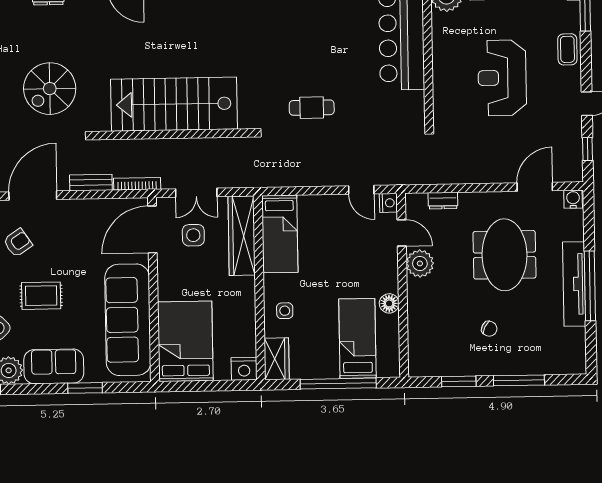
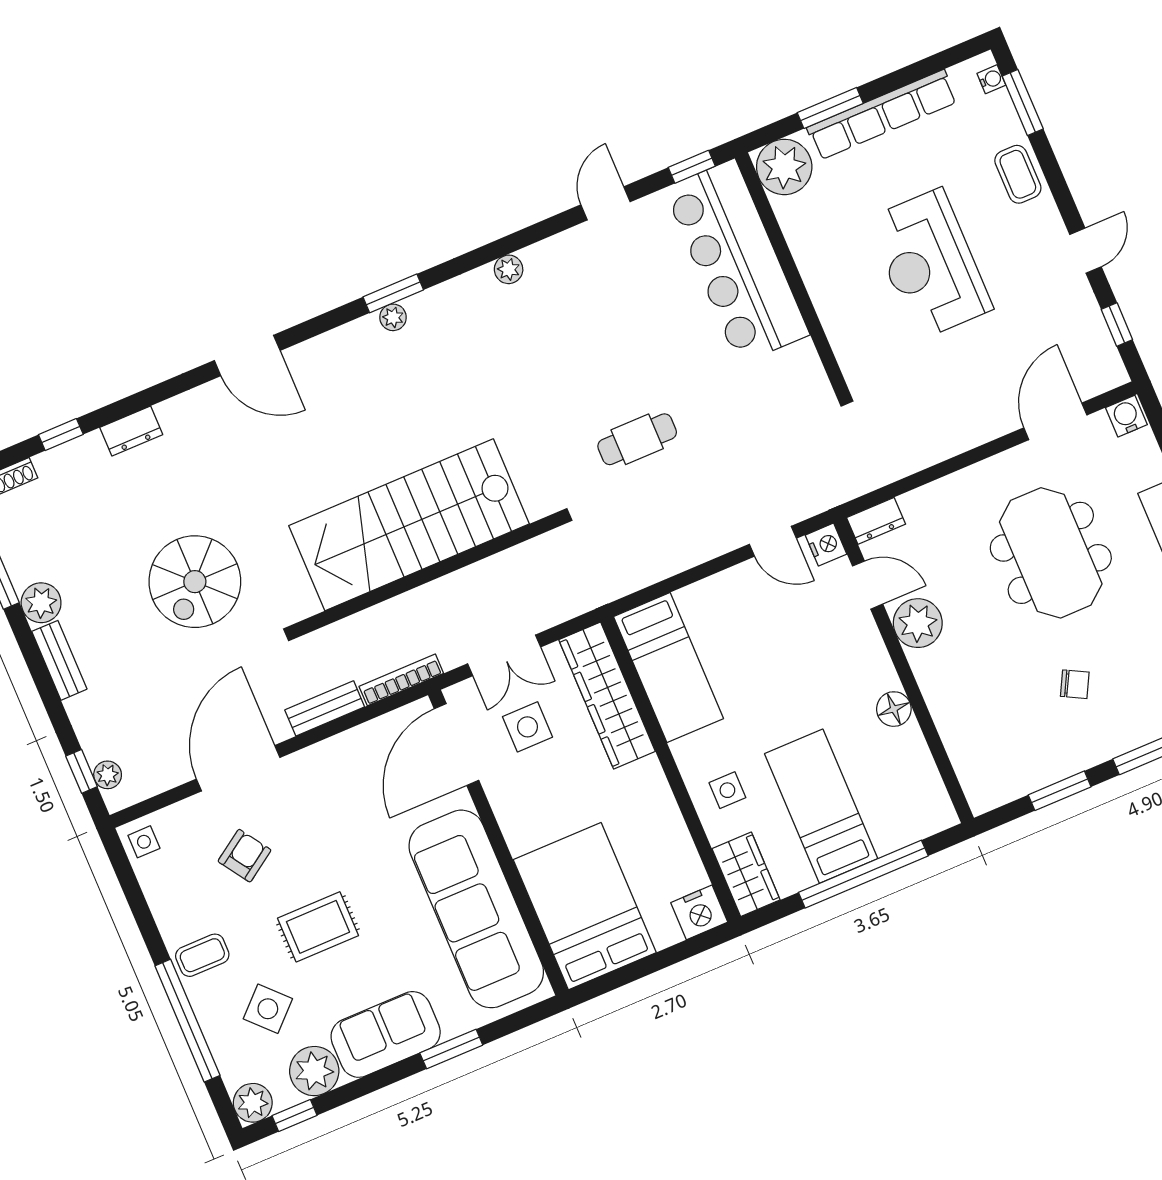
dresser: (443, 201) -> (876, 521), moved
bed: (357, 338) -> (821, 806), moved

